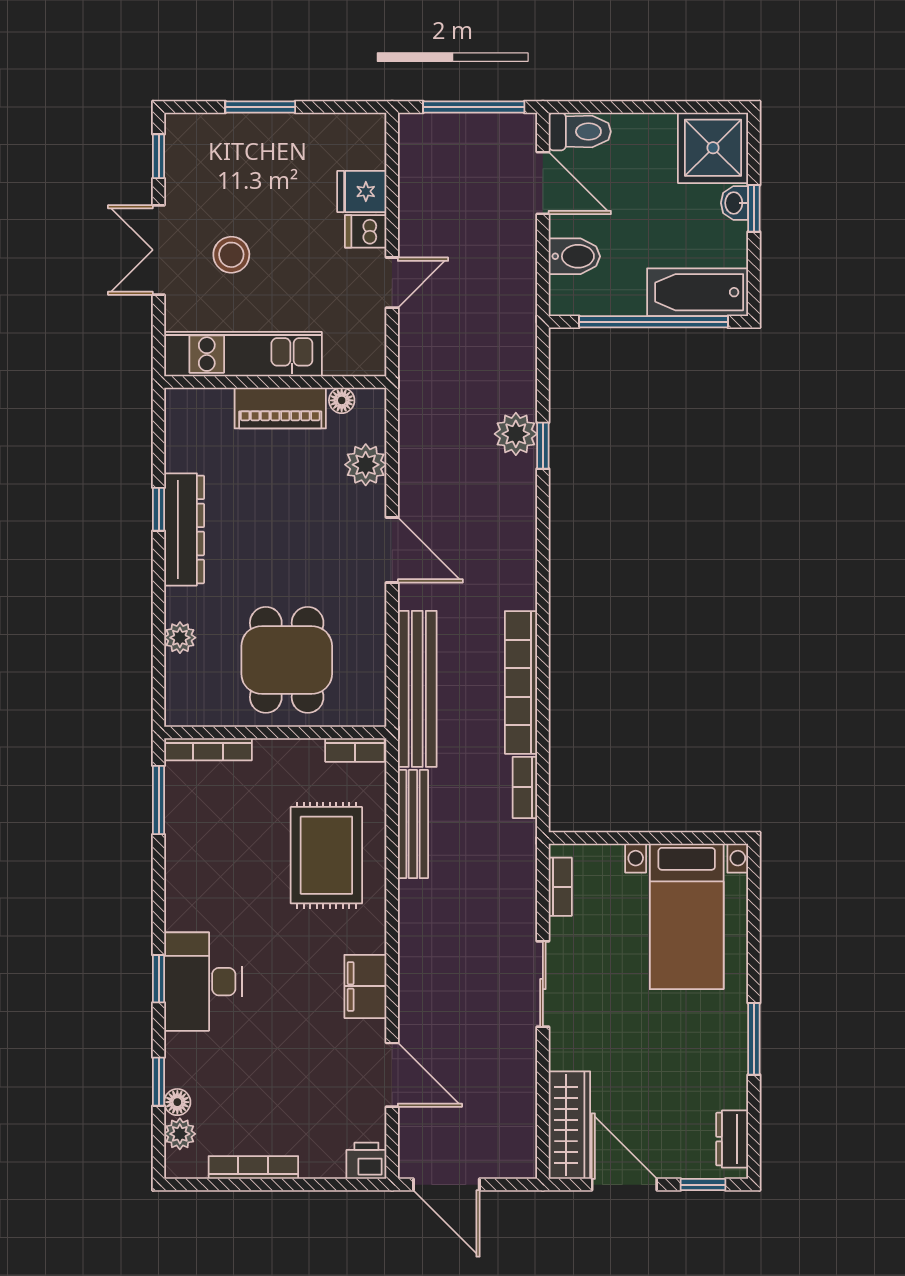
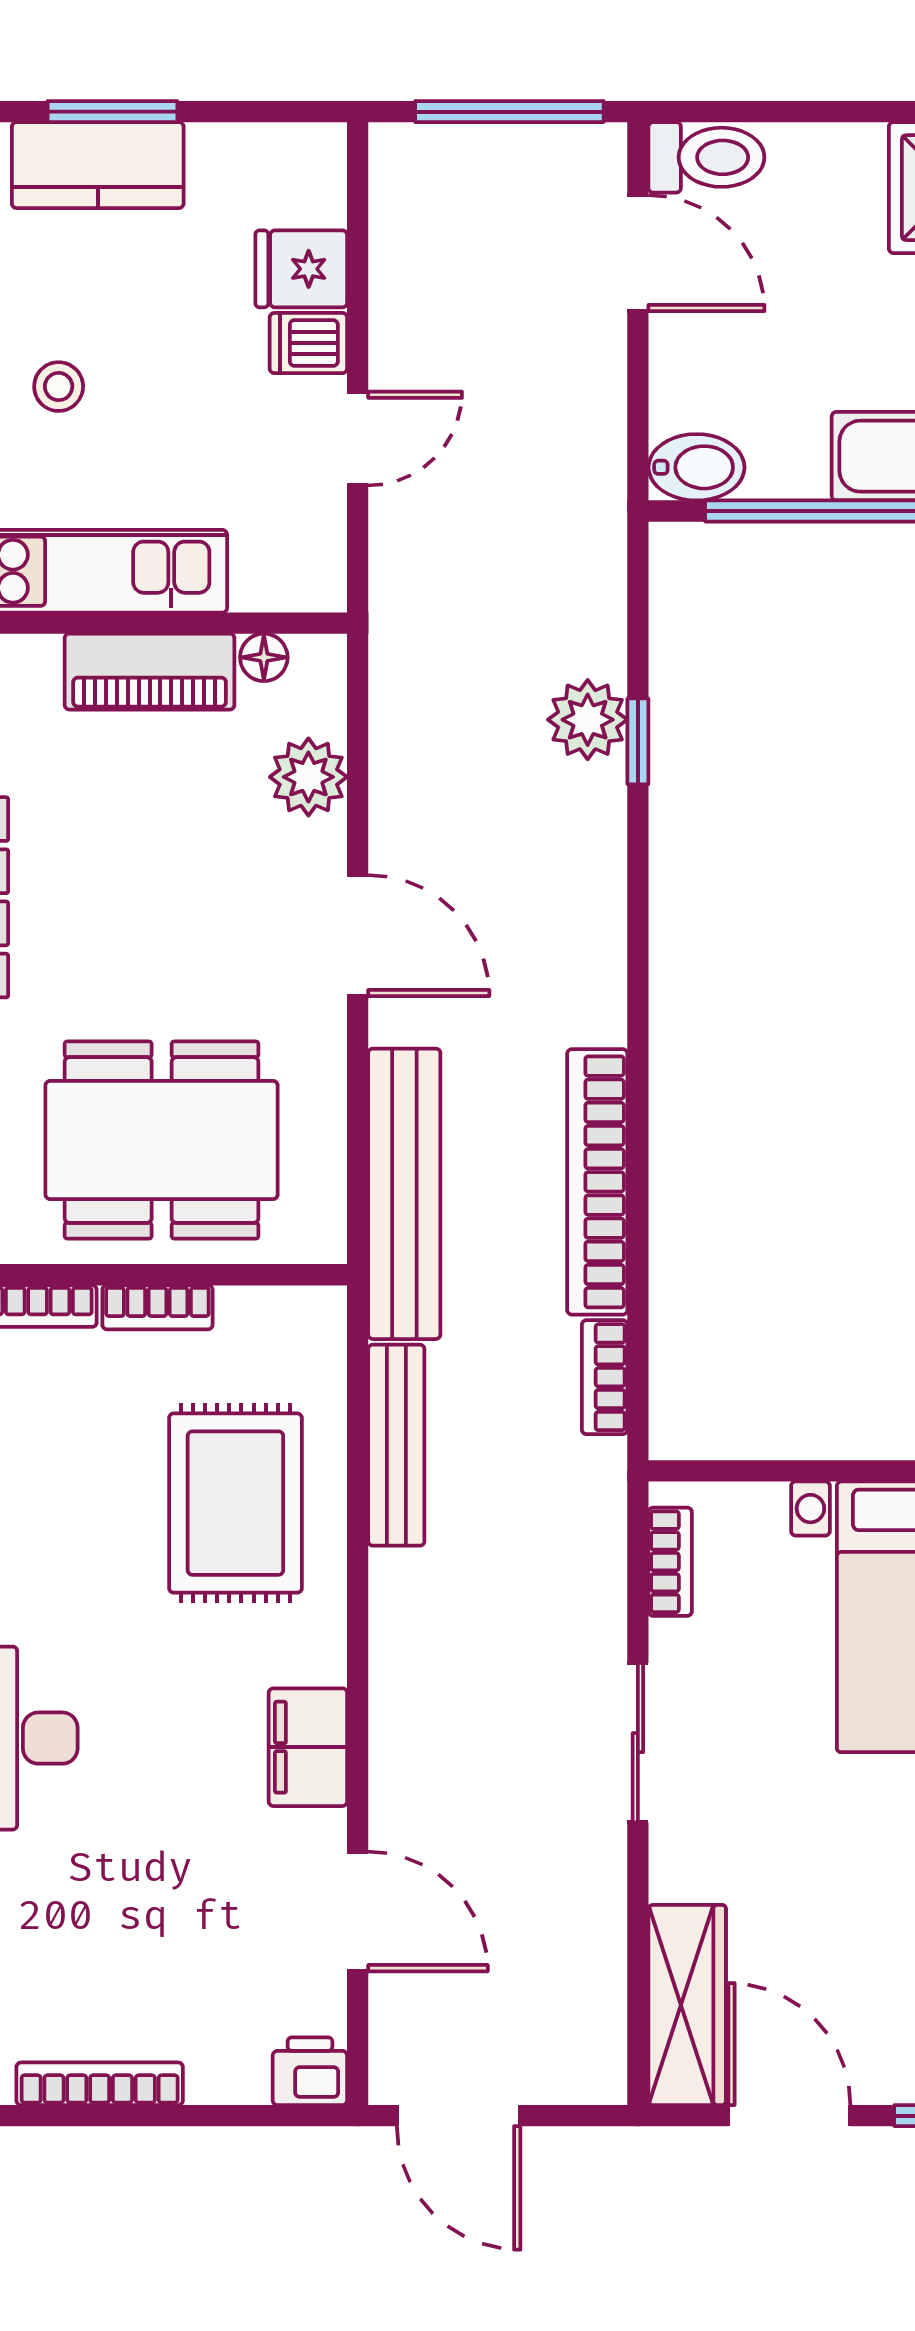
kitchen counter: (252, 136) -> (98, 165), added
stool: (231, 255) -> (59, 387), width x0.73, depth x0.73
bidet: (574, 256) -> (696, 467), moved
dining table: (287, 660) -> (162, 1140), width x1.38
bookcase: (355, 750) -> (157, 1307), moved

